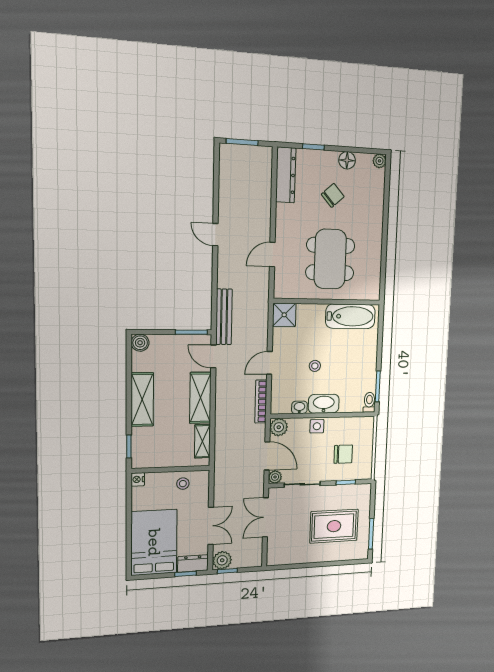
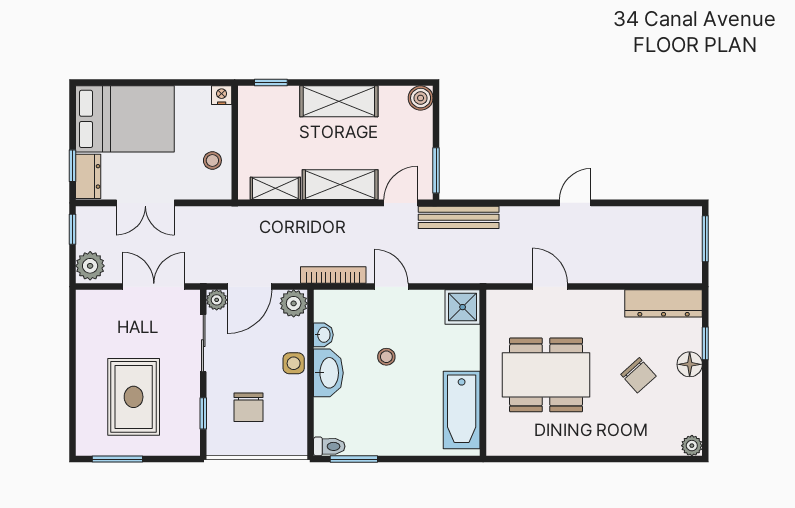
floor lamp: (347, 160) -> (690, 364), moved
plant: (222, 560) -> (90, 266), moved

